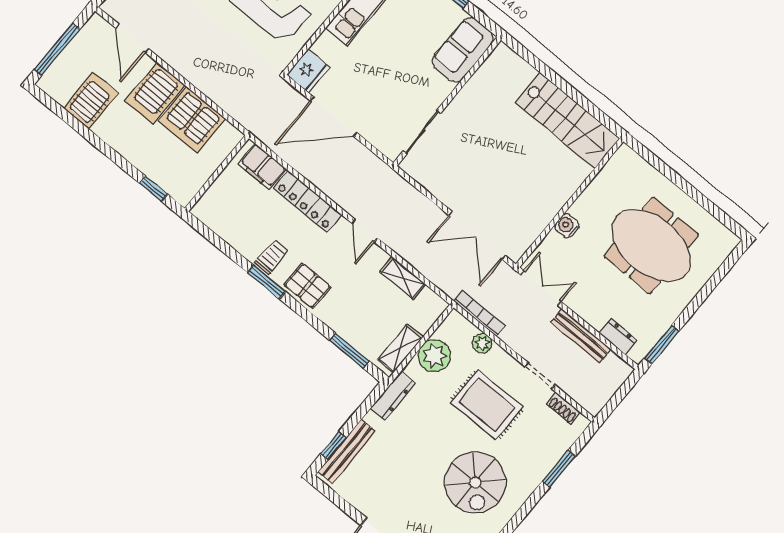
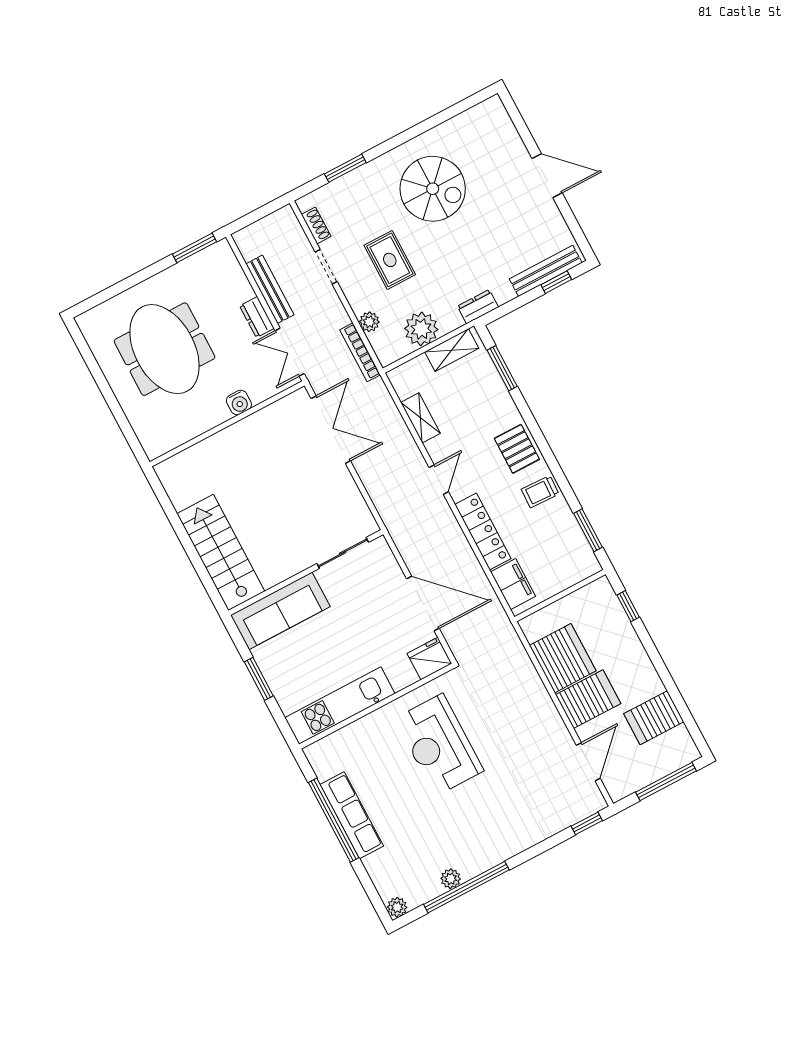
sofa: (463, 50) -> (280, 611), width x1.36
stairs: (567, 120) -> (221, 552), moved
window: (267, 282) -> (588, 530), moved
dresser: (618, 336) -> (257, 317), moved
dresser: (393, 396) -> (478, 307), width x0.70
rug: (487, 405) -> (390, 260), width x0.73, depth x0.70
spiral stairs: (475, 482) -> (433, 189), turned 90

